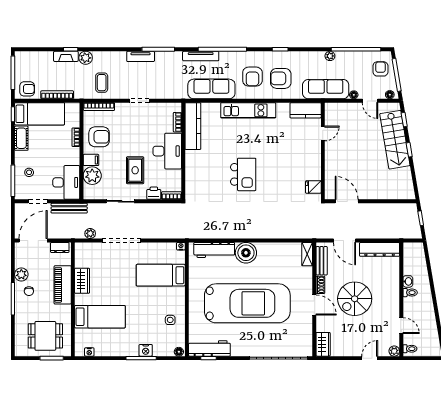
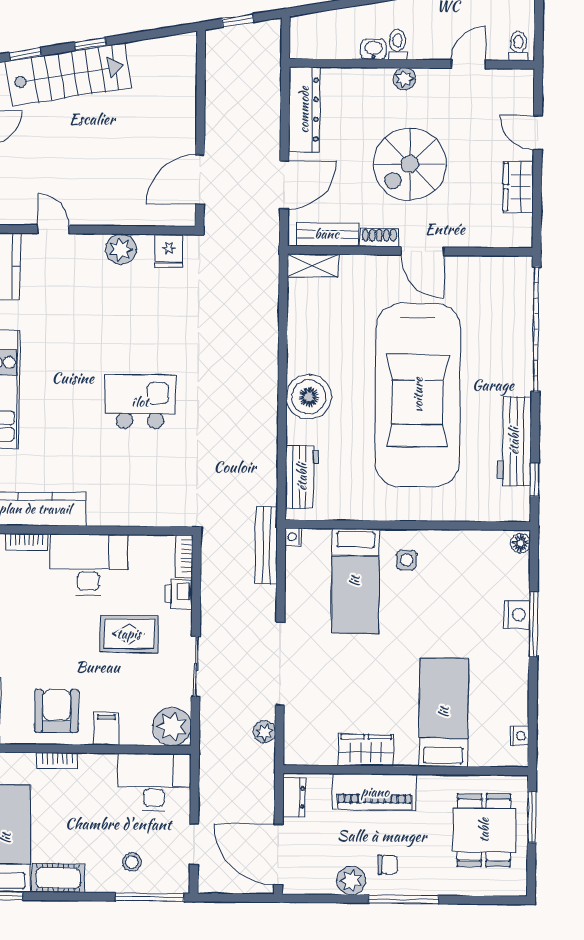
plant: (314, 165) -> (121, 249), added
plant: (92, 176) -> (172, 727), moved
bench: (69, 208) -> (266, 545), moved
workbench: (214, 250) -> (302, 477), width x0.73
spiral stairs: (355, 299) -> (410, 164), turned 90
car: (247, 303) -> (418, 395), turned 180
door: (314, 305) -> (422, 251), swing flipped
side table: (170, 320) -> (407, 560), moved
wardrobe: (323, 344) -> (518, 187), moved, turned -90
workbench: (209, 348) -> (514, 441), moved
plant: (394, 351) -> (404, 79), moved

